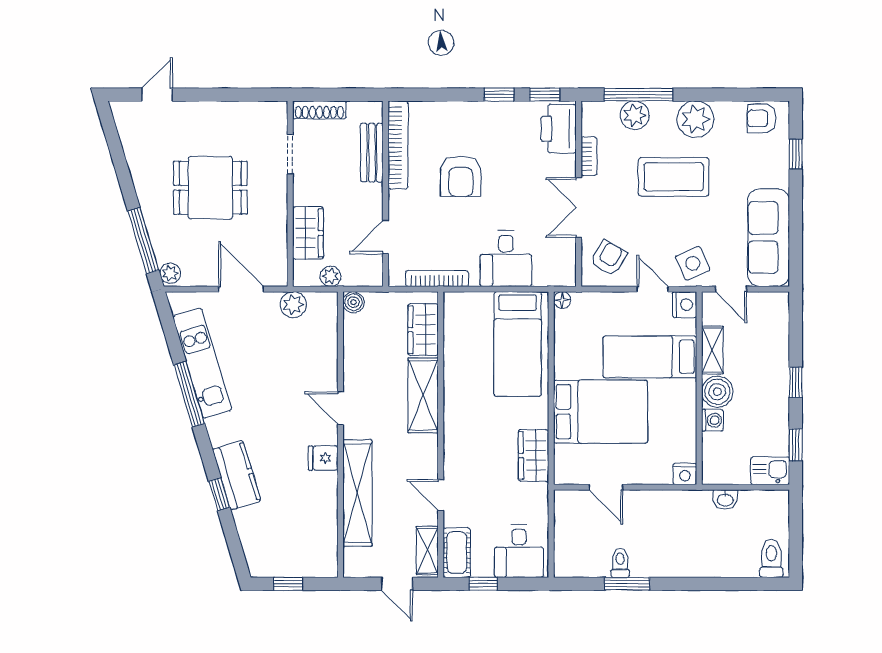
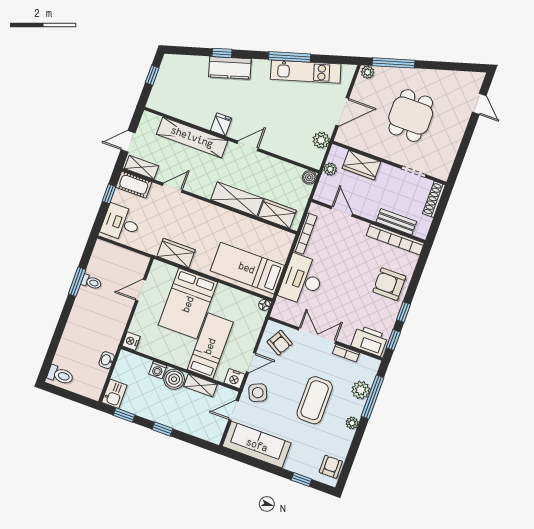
plant: (695, 119) -> (352, 423), width x0.53, depth x0.53
armchair: (461, 176) -> (389, 284), moved
desk: (506, 259) -> (302, 280), width x1.37

